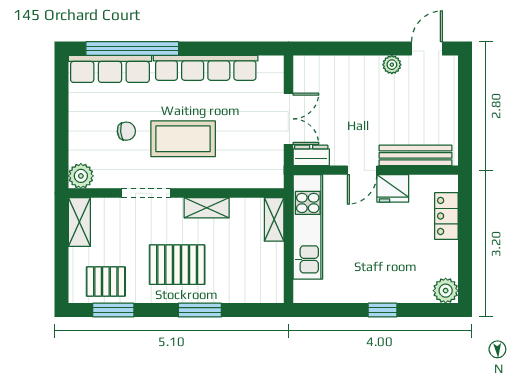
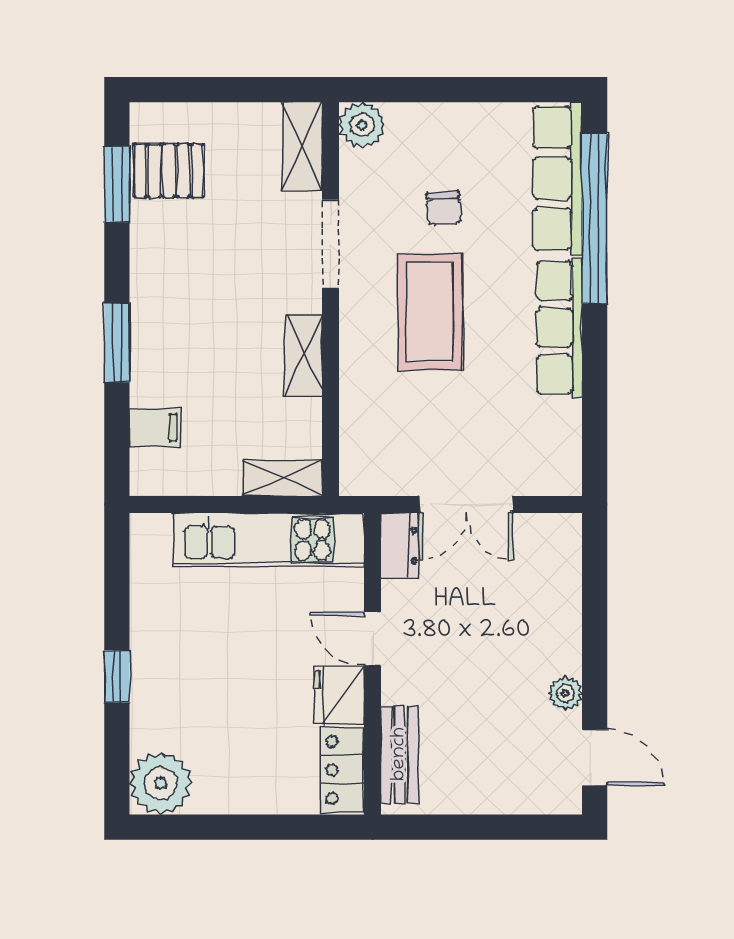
row of seats: (206, 68) -> (559, 328), width x0.73
bench: (416, 155) -> (400, 754), width x0.73
locker: (446, 216) -> (343, 770), moved, turned -90
shelving: (79, 222) -> (302, 147), moved, turned 90
pallet: (177, 265) -> (200, 301), removed
pallet: (106, 282) -> (169, 171), turned 90
filing cabinet: (246, 289) -> (155, 428), added
plant: (446, 291) -> (161, 783), width x1.36, depth x1.36

